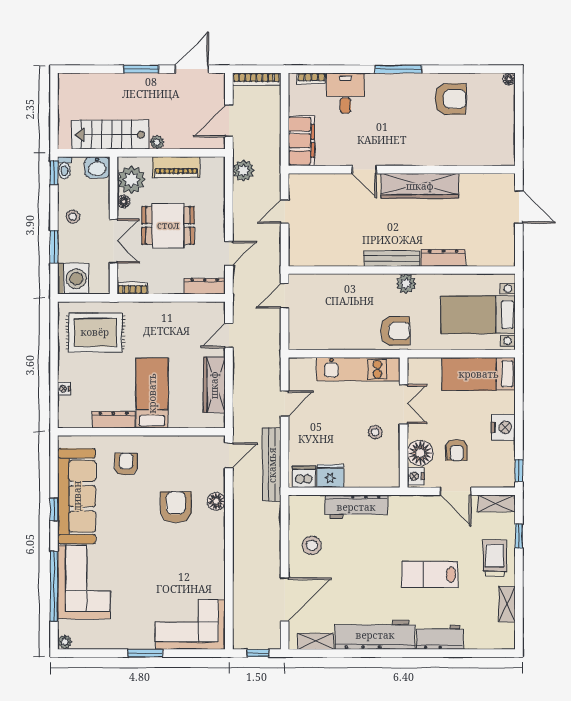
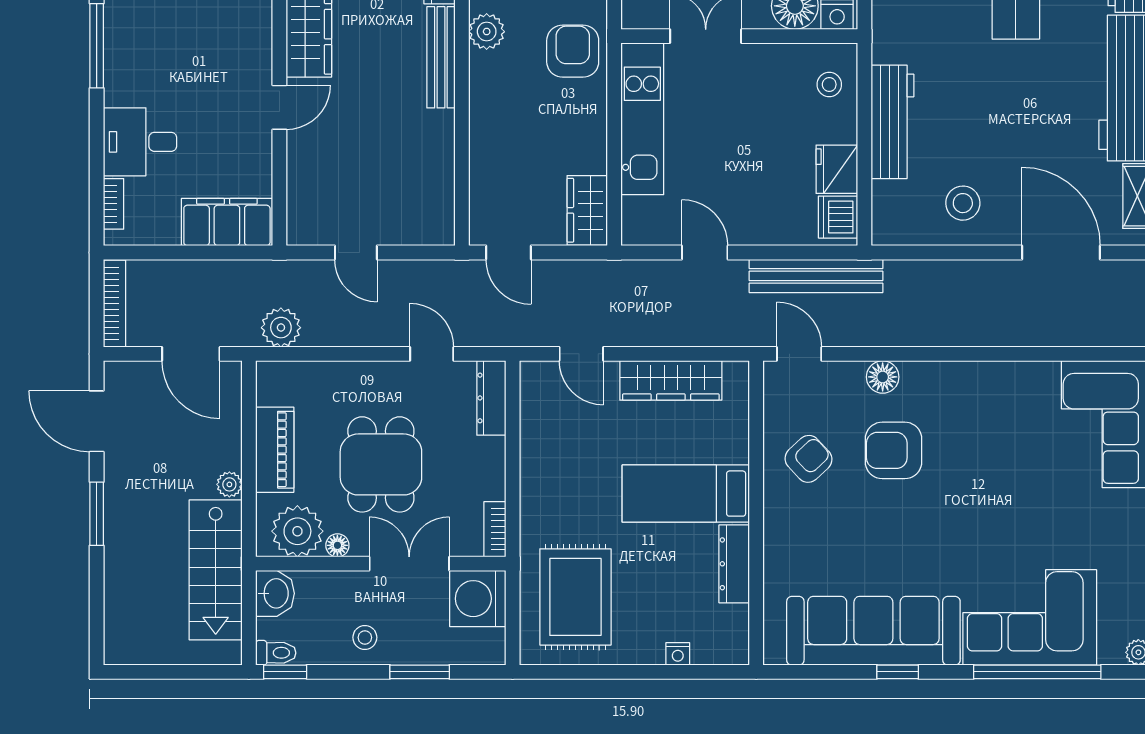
washing machine: (73, 279) -> (478, 599), moved, turned -90
wardrobe: (308, 339) -> (587, 210), added
stool: (375, 432) -> (829, 84), moved
armchair: (126, 464) -> (808, 459), moved, turned 137

